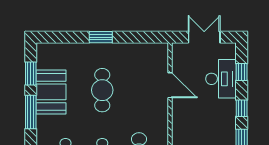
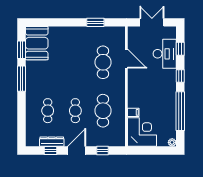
window: (101, 37) -> (95, 22), moved
cafe table: (102, 90) -> (103, 62), moved
booth: (51, 92) -> (37, 43), moved

